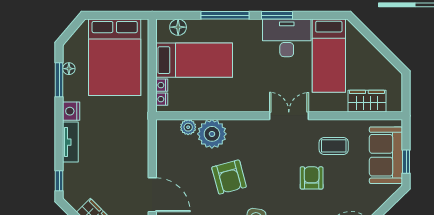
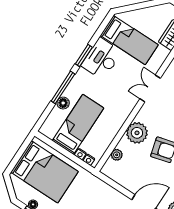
floor lamp: (178, 27) -> (63, 103), moved
plant: (212, 134) -> (137, 133), moved

